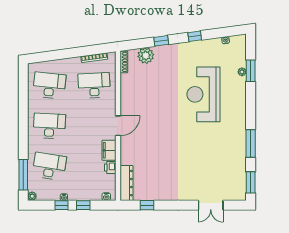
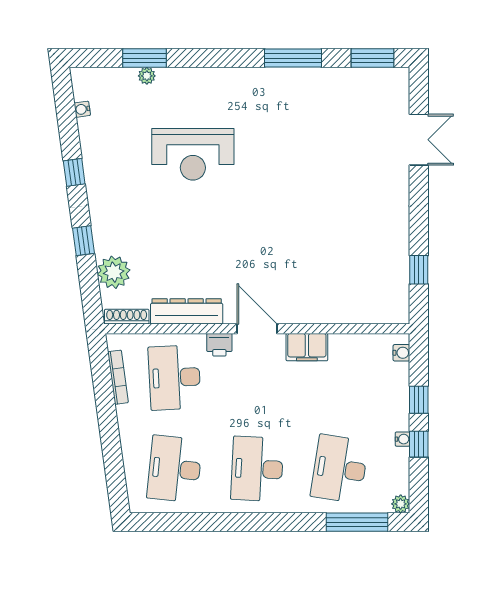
reception desk: (203, 94) -> (193, 154), width x0.74, depth x0.77
printer: (110, 167) -> (219, 345), moved
dresser: (127, 183) -> (187, 311), moved

